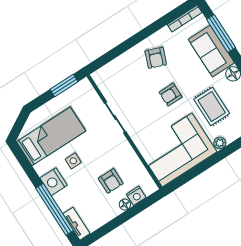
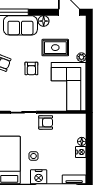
armchair: (111, 181) -> (46, 122), moved
nightstand: (136, 196) -> (81, 152), moved

